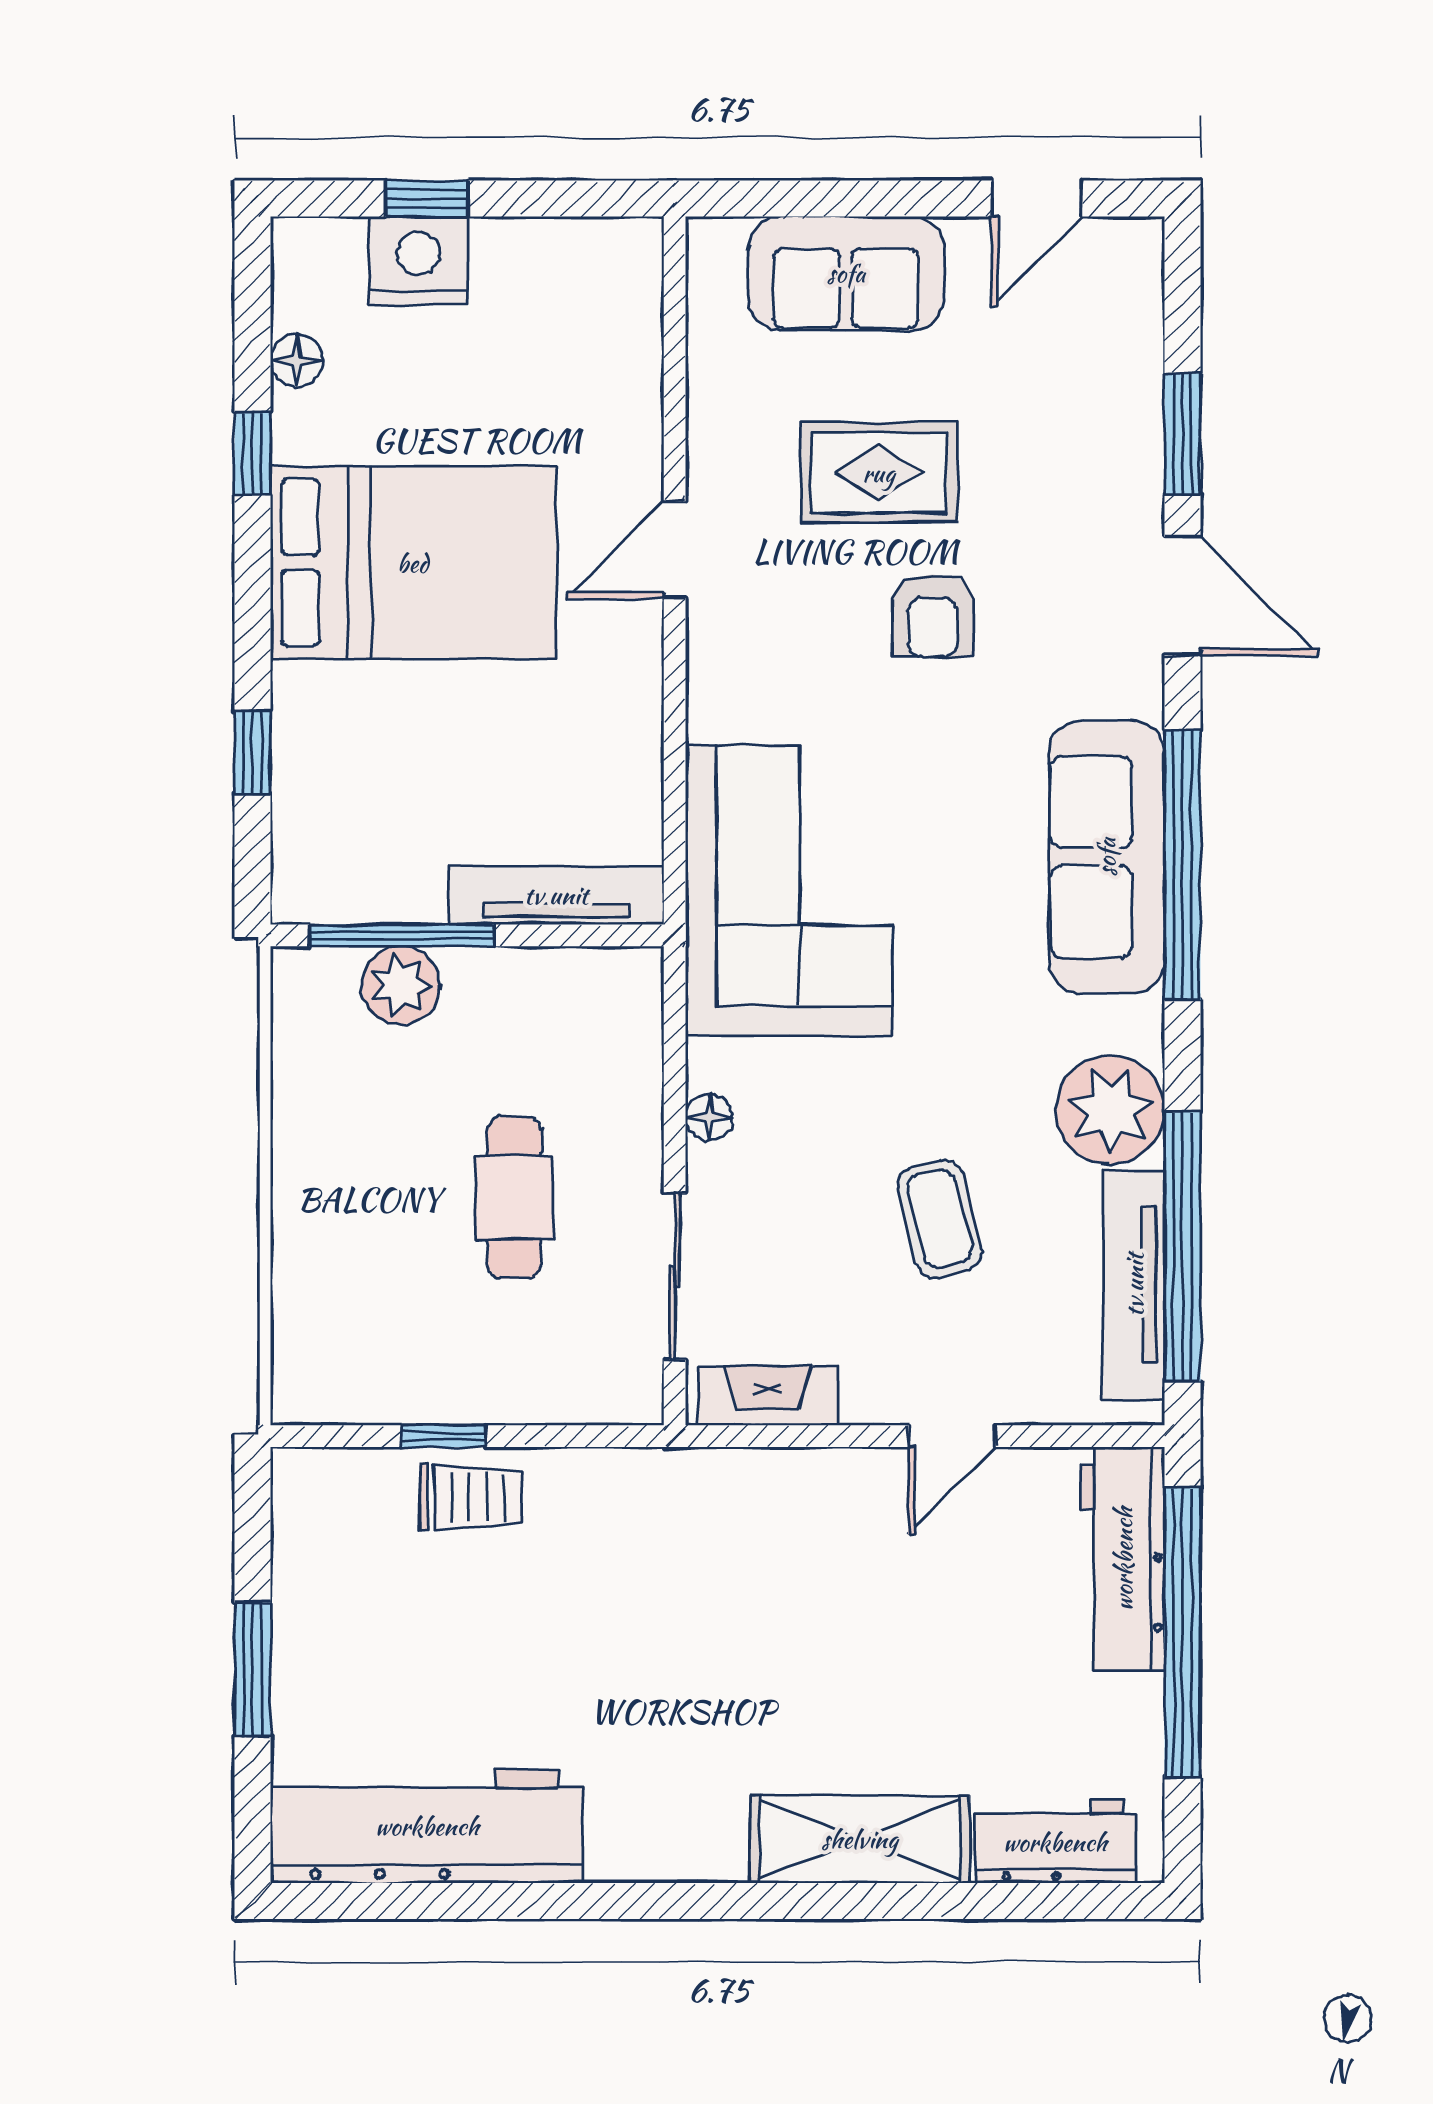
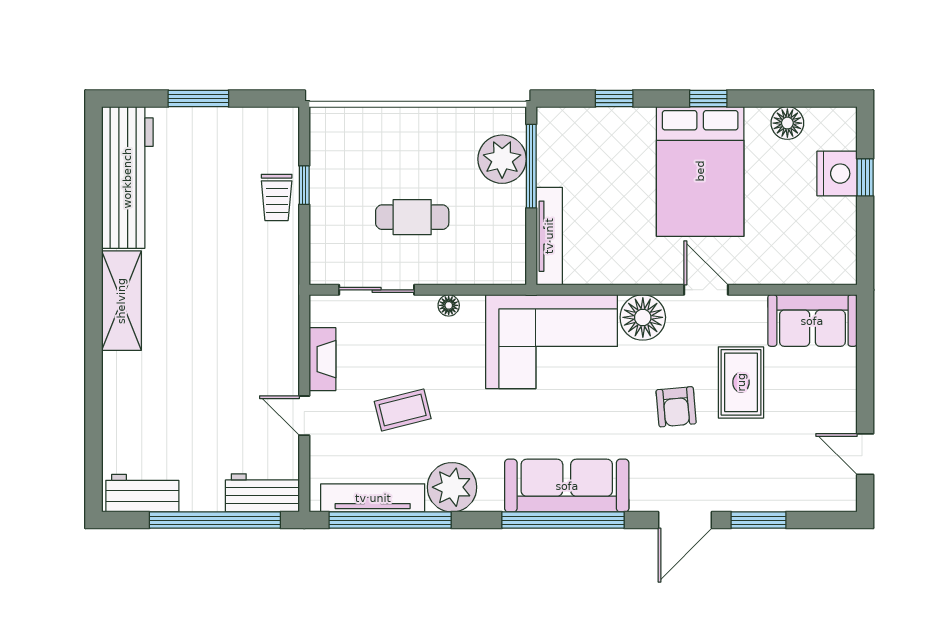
sofa: (846, 273) -> (812, 321), moved, turned -90
floor lamp: (297, 360) -> (787, 123), width x1.37, depth x1.37
window: (253, 453) -> (708, 99), moved
armchair: (933, 616) -> (676, 407), turned -95
floor lamp: (736, 689) -> (643, 317), added
plant: (401, 985) -> (502, 159), width x1.36, depth x1.36
fireplace: (768, 1396) -> (322, 359), moved
workbench: (1123, 1559) -> (262, 493), width x0.73
shelving: (860, 1839) -> (121, 301), moved
workbench: (1055, 1842) -> (142, 493), moved, turned -90

